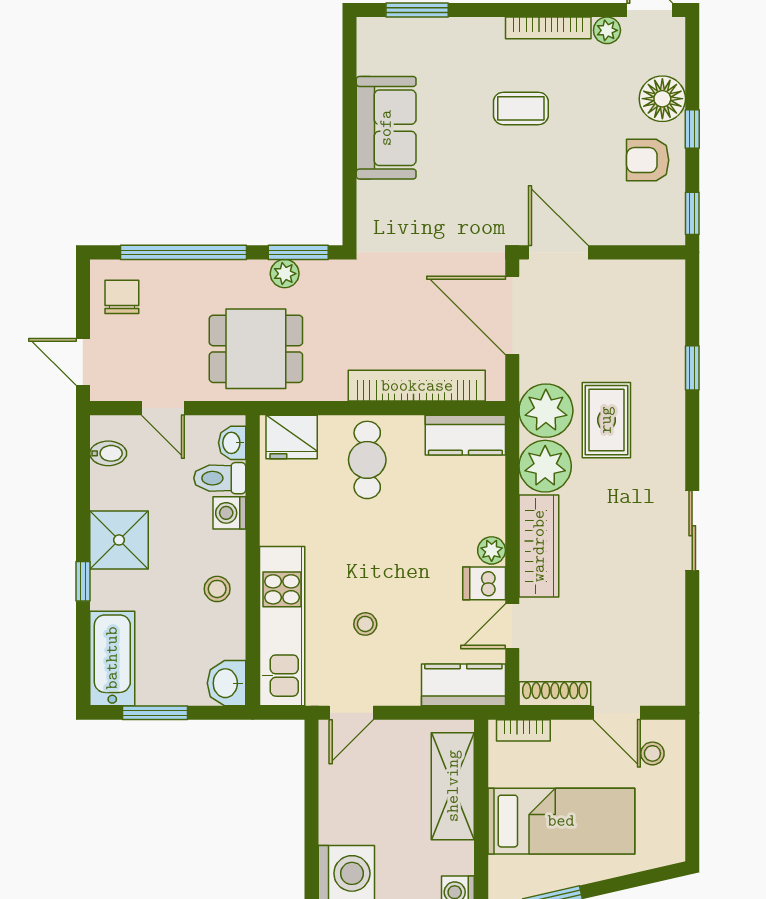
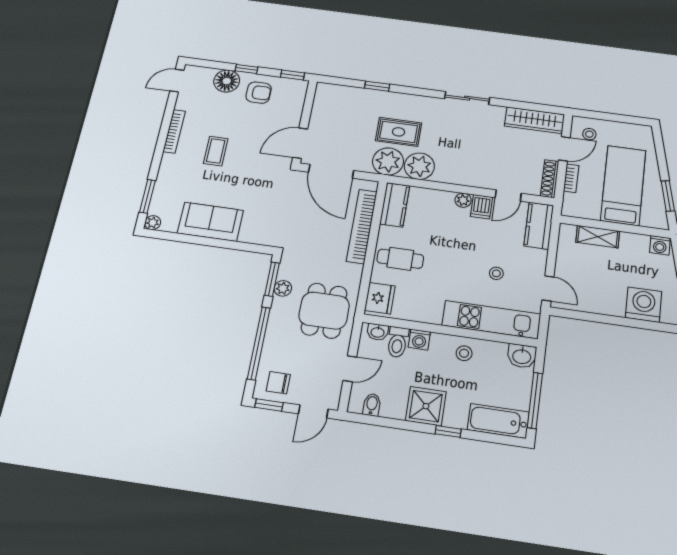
plant: (607, 30) -> (153, 223), moved
armchair: (648, 160) -> (259, 93), turned -90
window: (83, 289) -> (269, 405), added
door: (512, 315) -> (331, 171), hinge flipped
wardrobe: (539, 546) -> (534, 120), moved, turned 180
door: (512, 626) -> (508, 195), hinge flipped
window: (155, 713) -> (535, 400), width x1.44
bookcase: (523, 730) -> (571, 178), moved
shelving: (453, 786) -> (598, 237), width x0.67, depth x0.75

